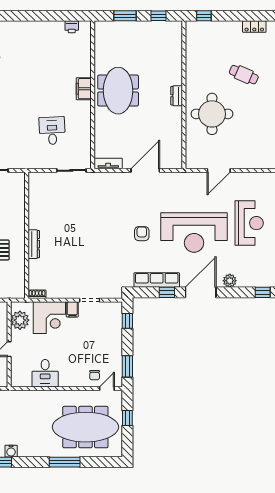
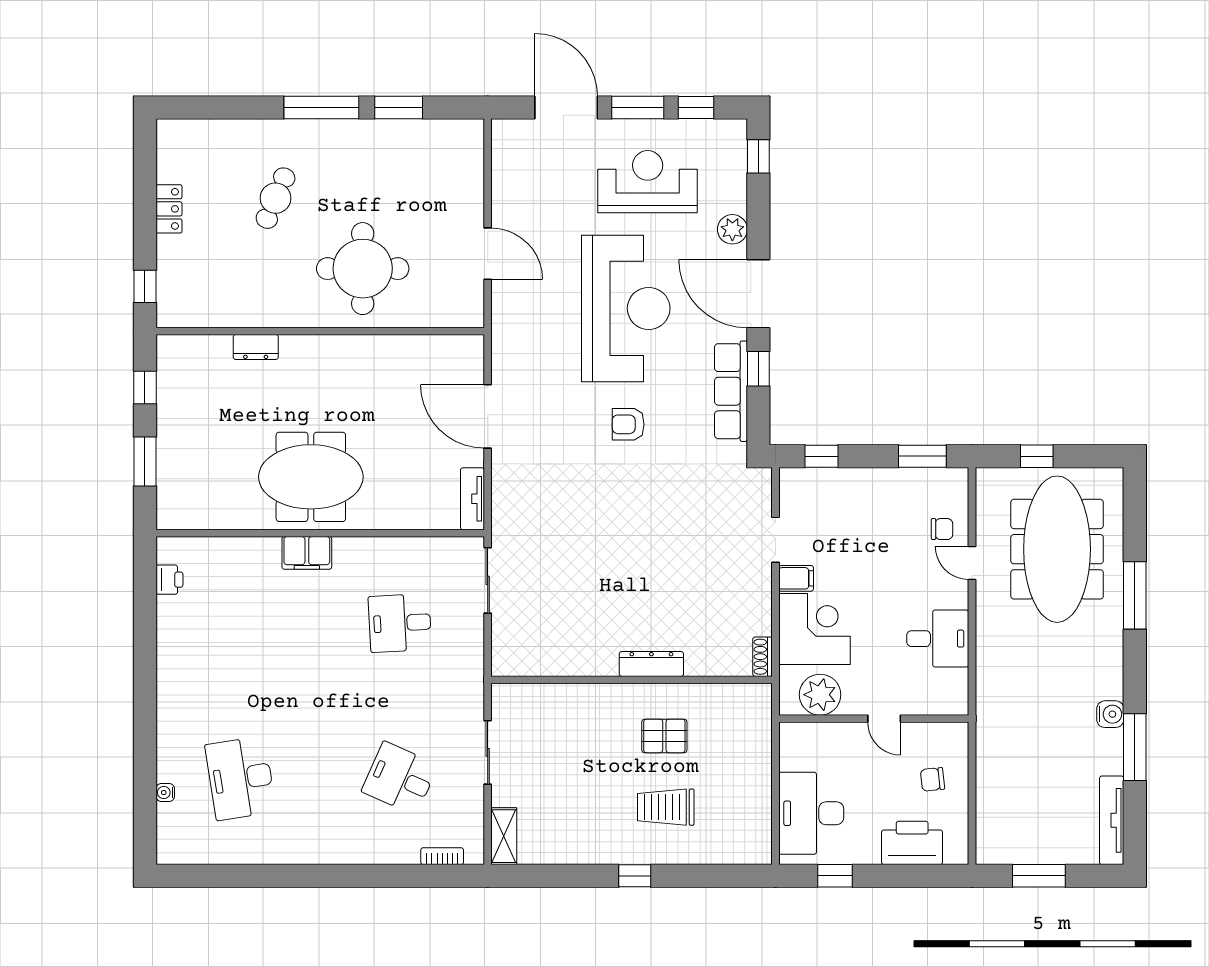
locker: (254, 27) -> (169, 209), moved
dresser: (177, 96) -> (256, 347), moved
reception desk: (249, 223) -> (648, 182), moved
door: (107, 389) -> (972, 563), moved

